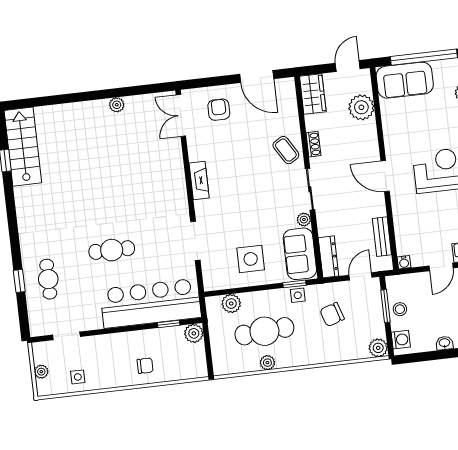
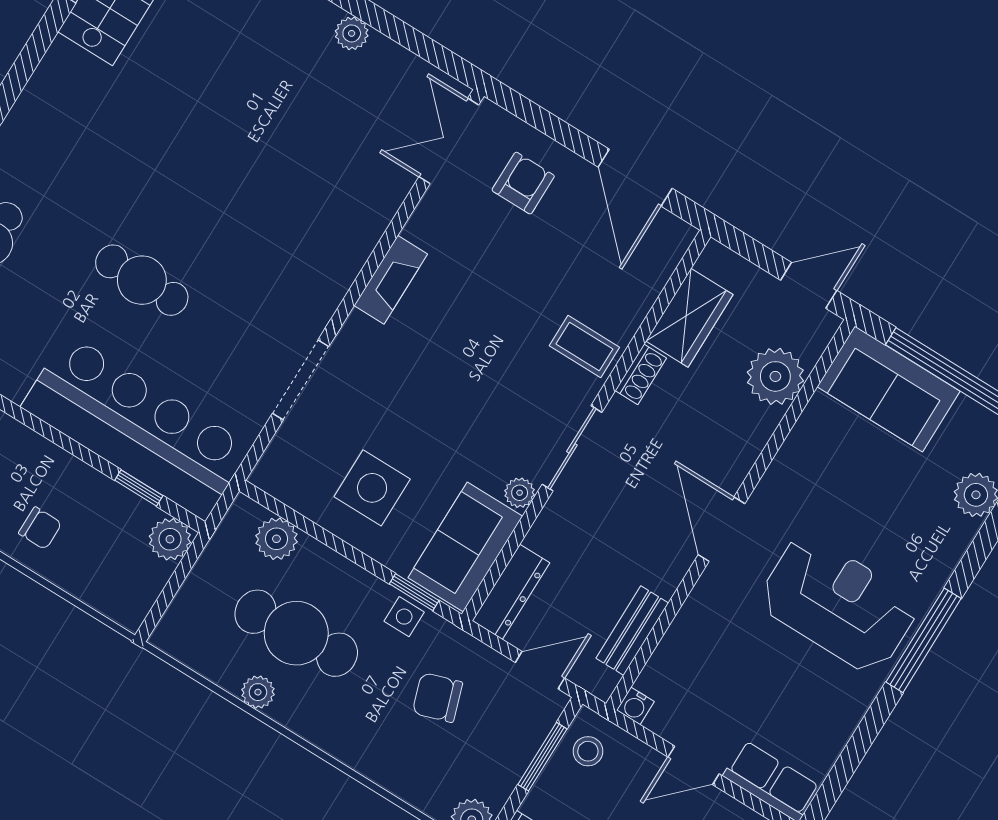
wardrobe: (313, 94) -> (689, 318), moved
coffee table: (286, 150) -> (584, 347), turned -59
stool: (400, 309) -> (588, 751), moved

